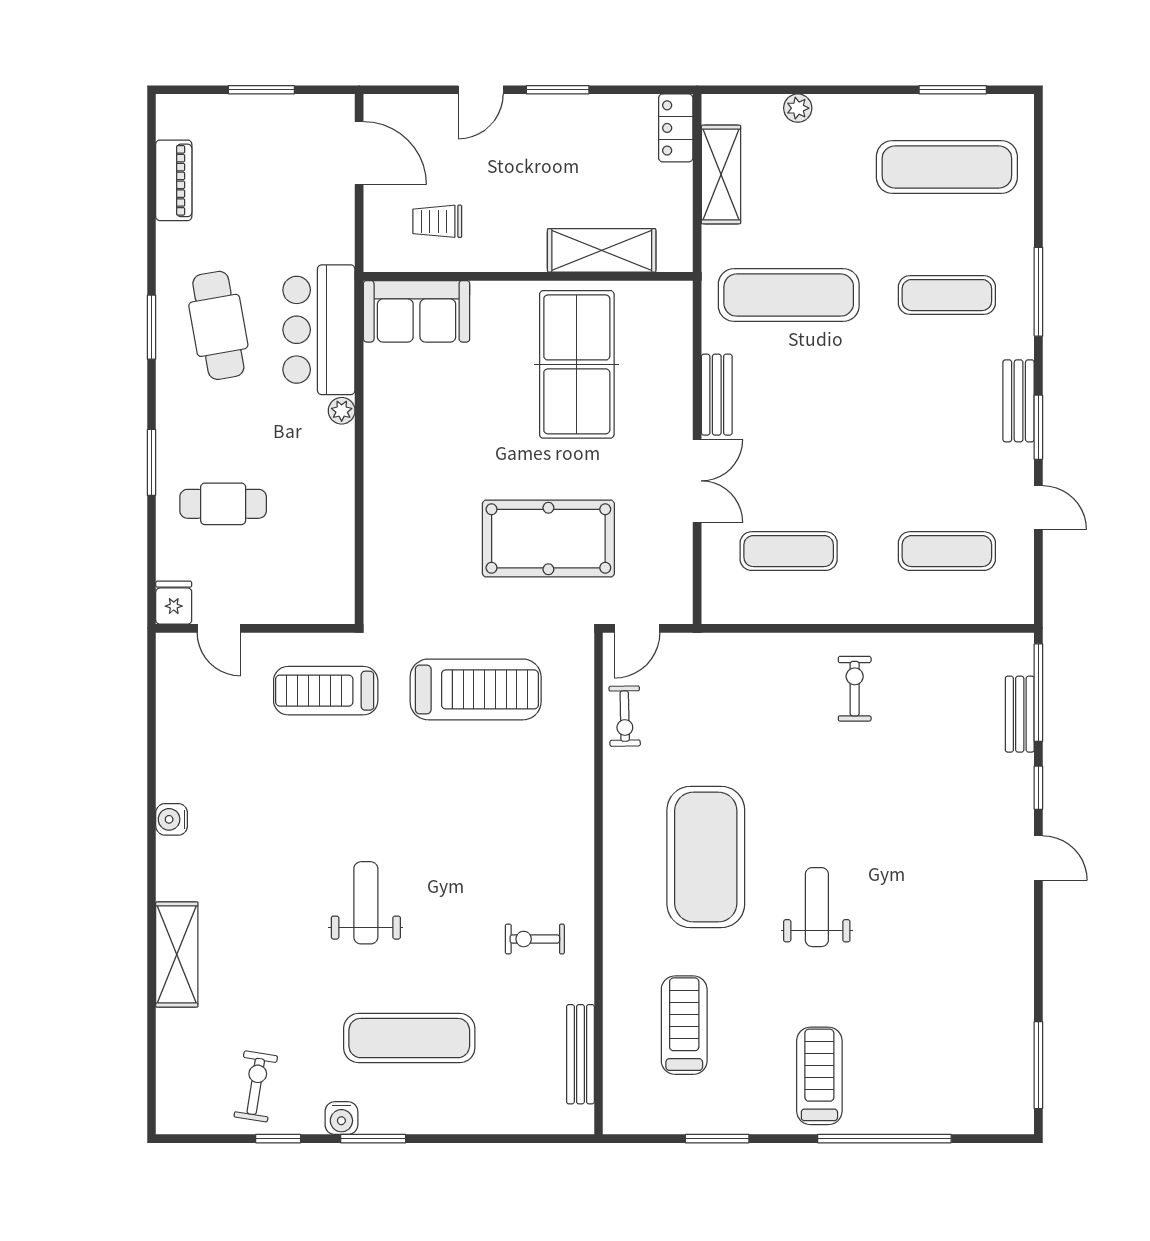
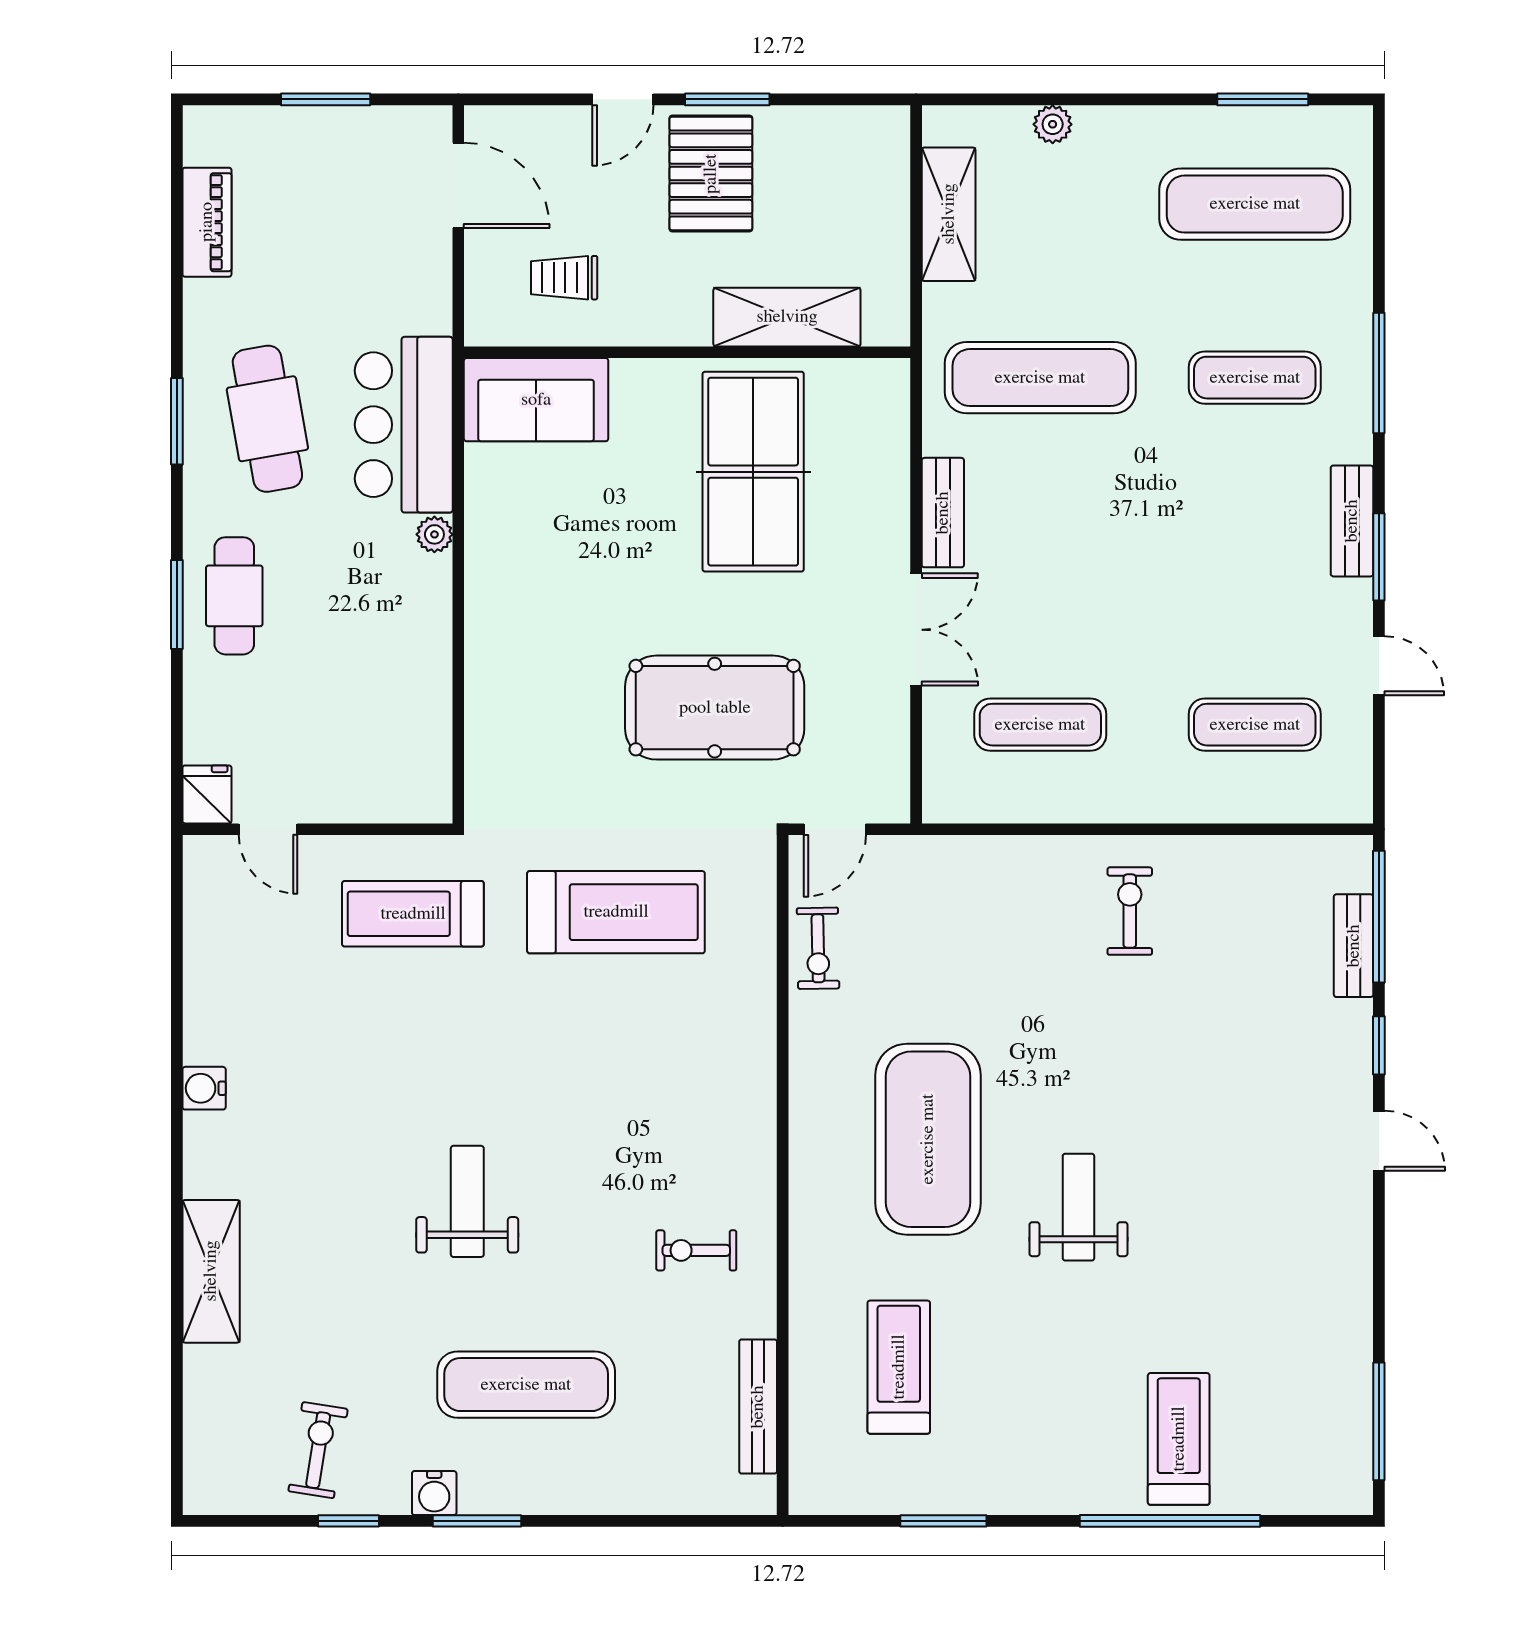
locker: (676, 128) -> (887, 151), removed
pallet: (546, 144) -> (711, 174), added
cafe table: (223, 504) -> (234, 596), moved, turned 90
treadmill: (819, 1076) -> (1179, 1439), moved

